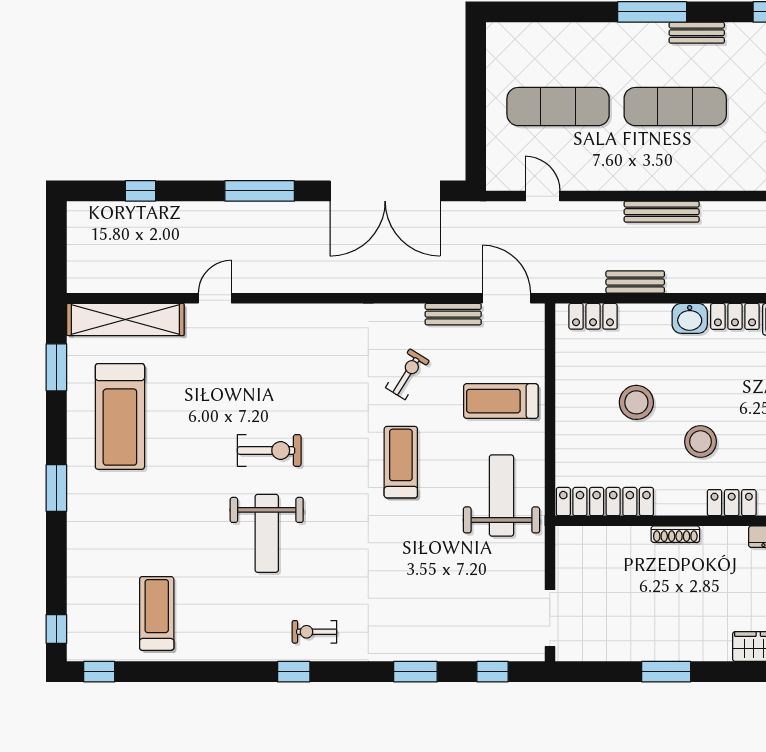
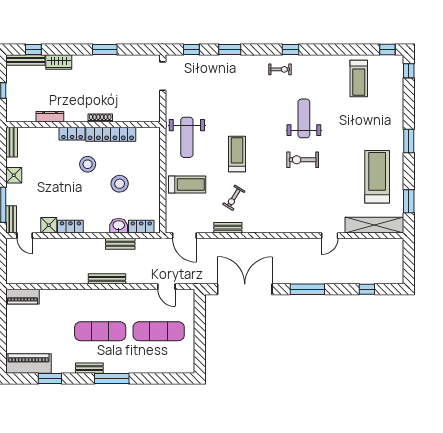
bench: (453, 314) -> (228, 228), moved
washbasin: (690, 318) -> (119, 226), moved
treadmill: (401, 462) -> (237, 154), turned 180
locker: (605, 502) -> (111, 134), moved

